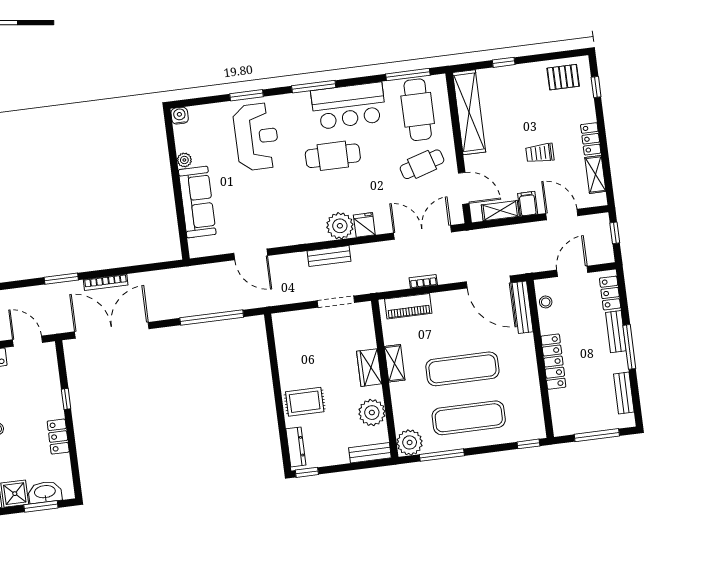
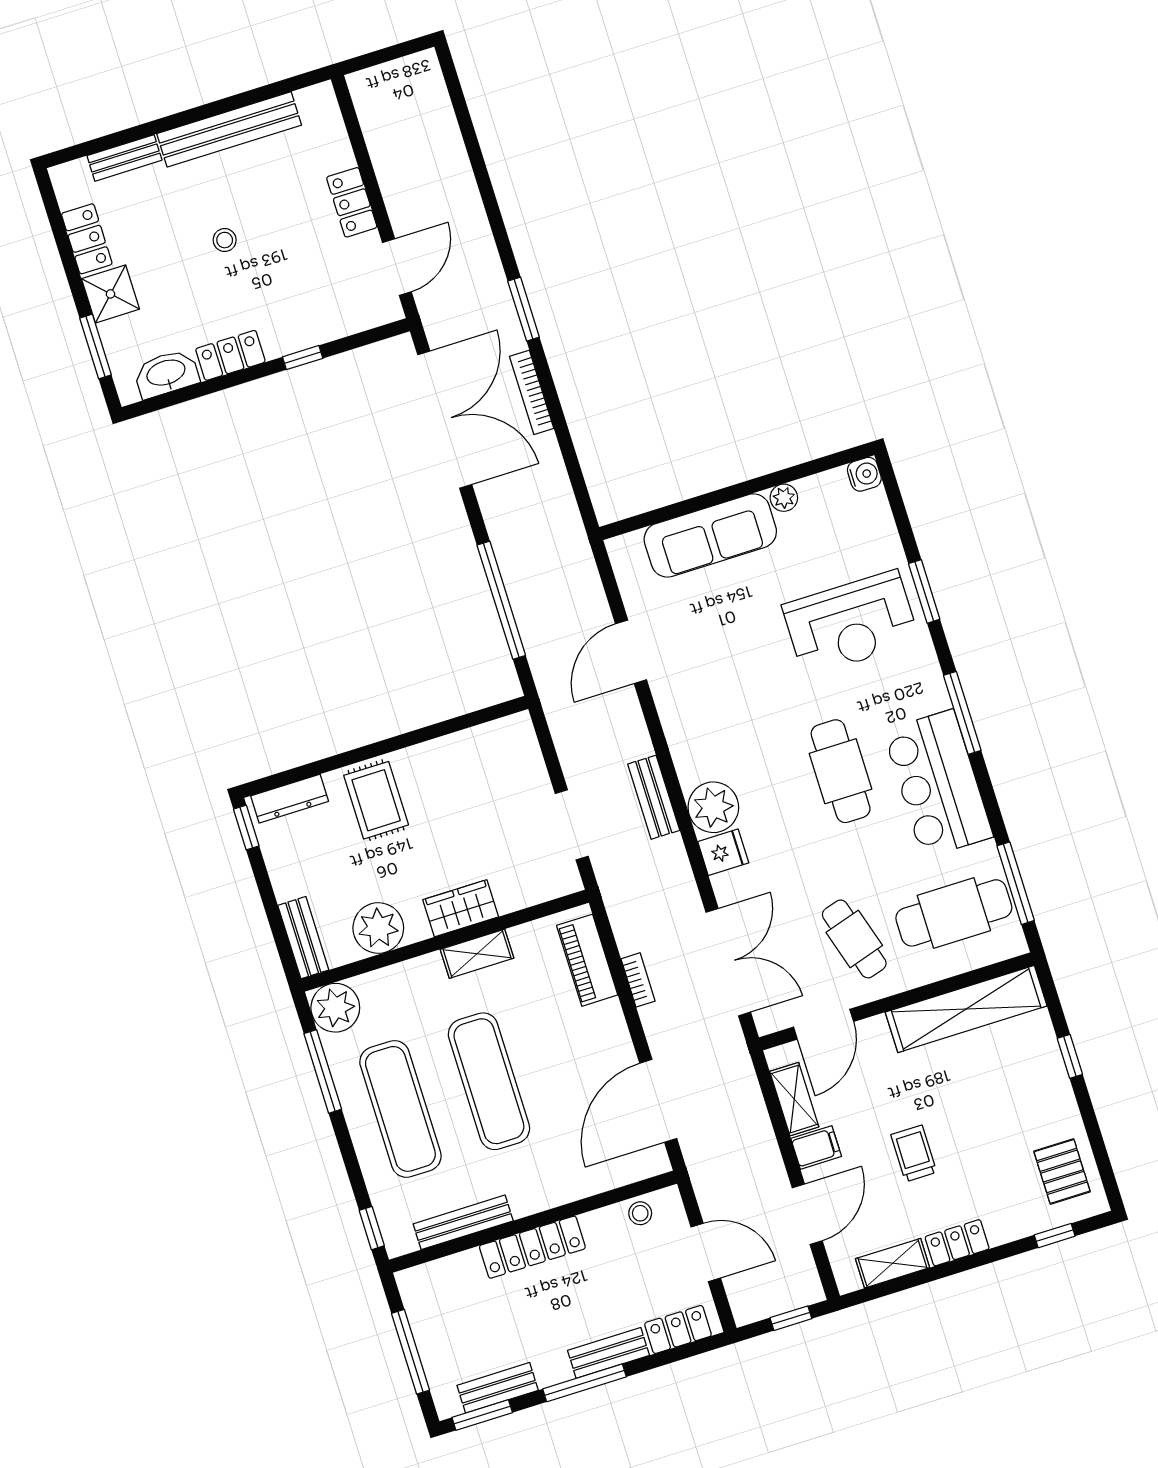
bench: (523, 307) -> (463, 1222), moved
window: (637, 404) -> (482, 1415), added
washbasin: (45, 492) -> (166, 374), moved, turned -90

